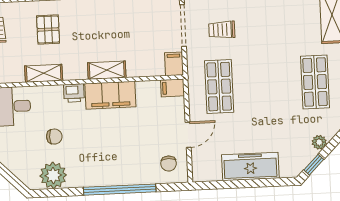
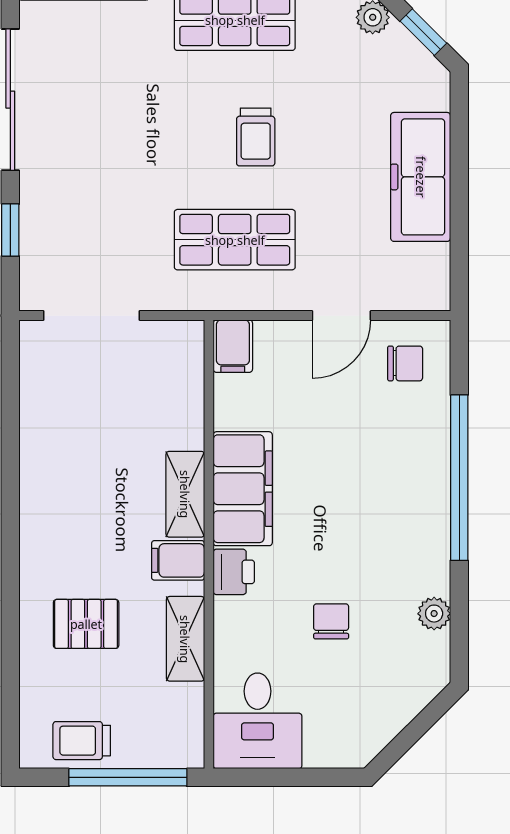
trolley: (222, 30) -> (256, 137), moved
filing cabinet: (174, 64) -> (178, 560), moved
door: (188, 135) -> (341, 316), swing flipped
plant: (53, 175) -> (434, 614), width x0.53, depth x0.53

